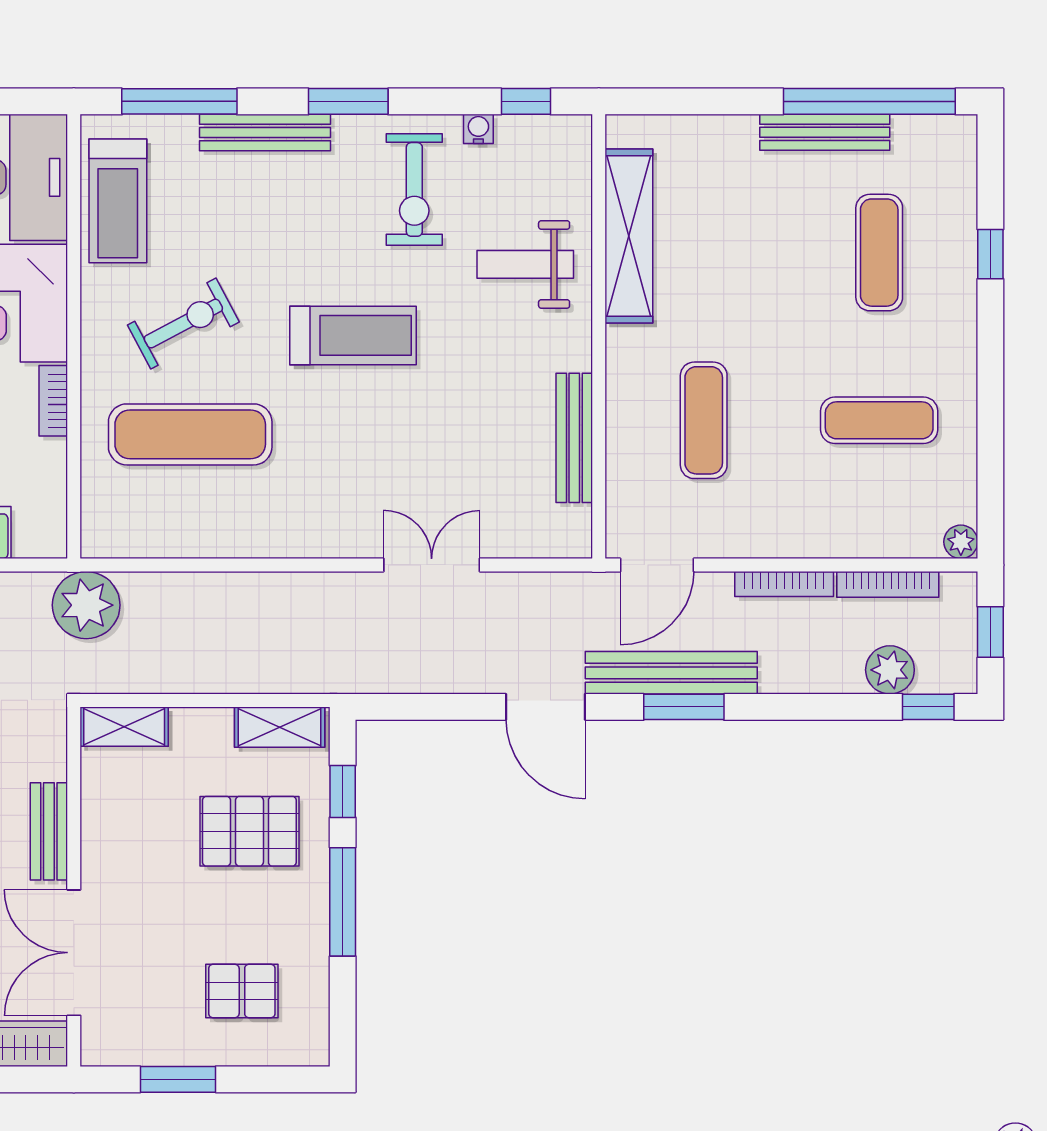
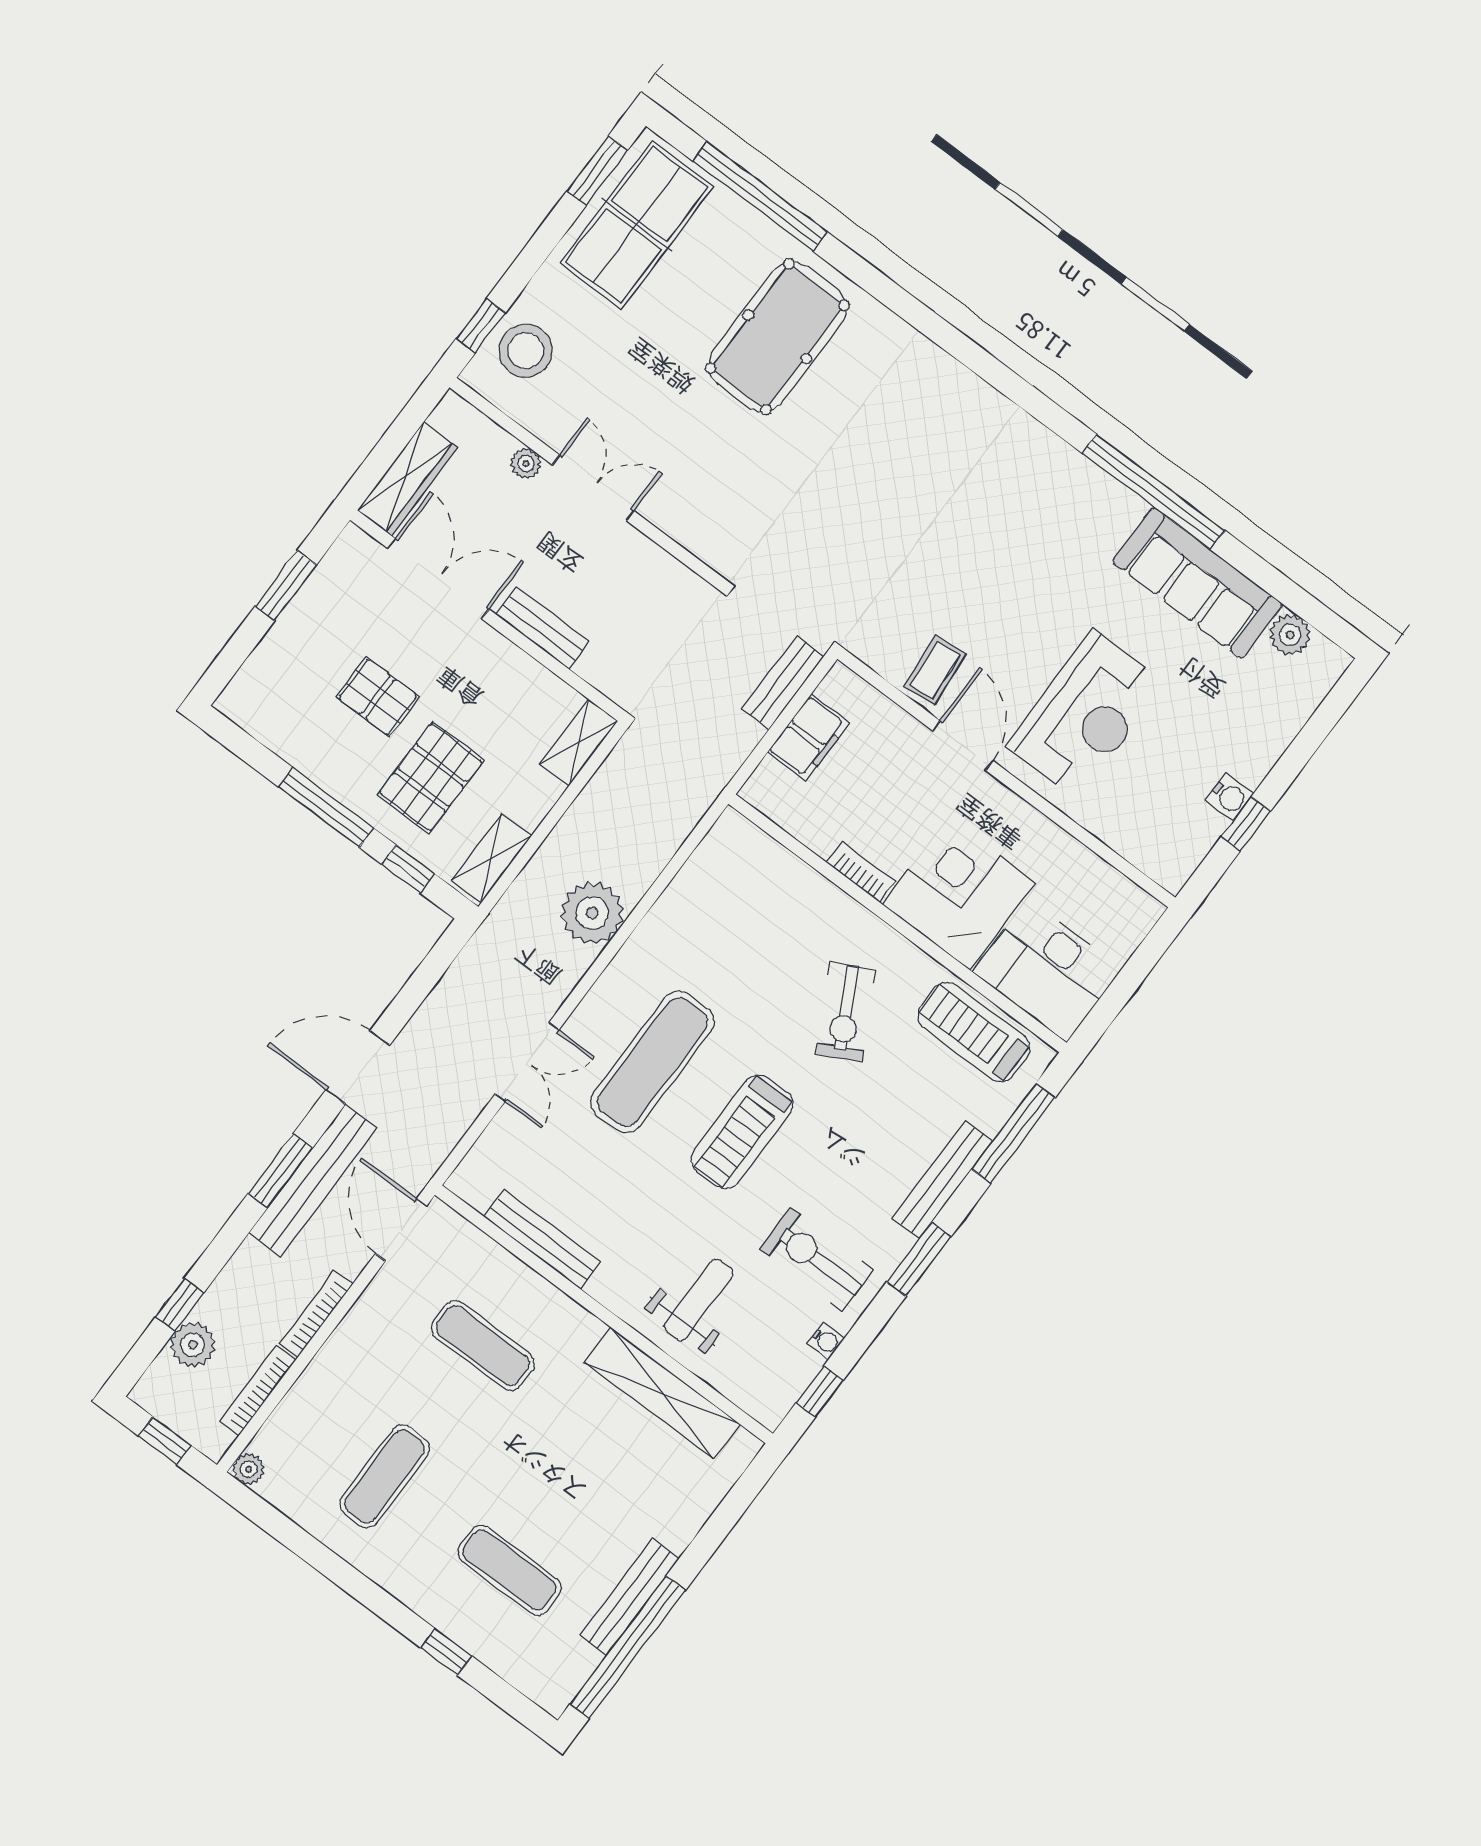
exercise mat: (190, 434) -> (652, 1062), moved
plant: (86, 605) -> (592, 913), moved
window: (928, 707) -> (180, 1305), moved
pallet: (242, 991) -> (378, 697), moved, turned 90

